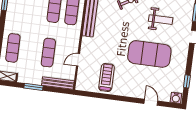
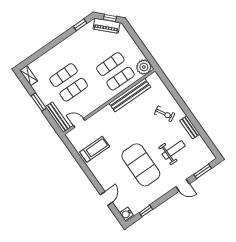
weight bench: (161, 20) -> (174, 150), turned -90
exercise mat: (13, 48) -> (64, 75), moved
door: (78, 60) -> (79, 123), moved

